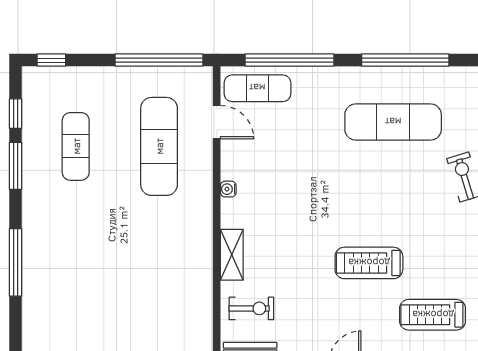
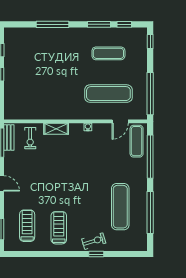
treadmill: (369, 263) -> (59, 228), moved

